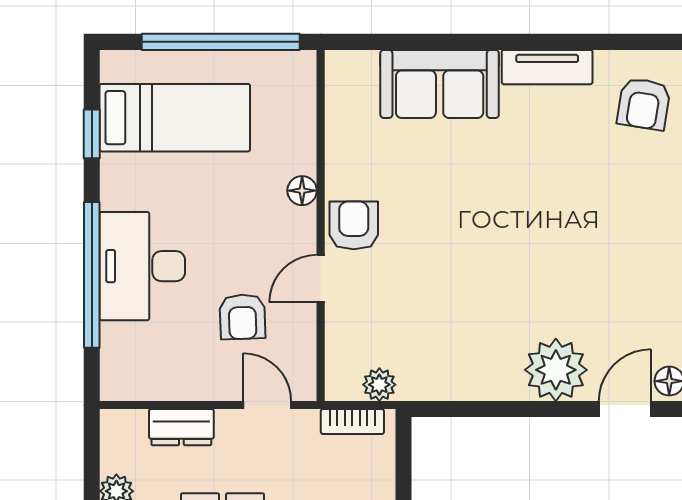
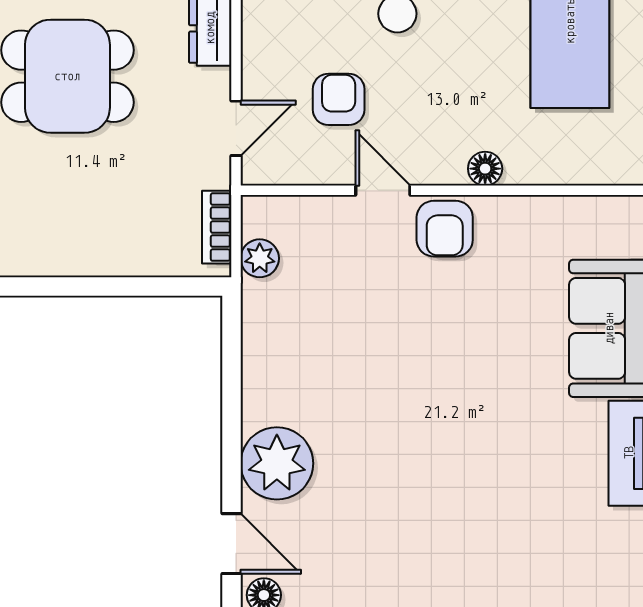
armchair: (644, 104) -> (586, 566), removed
armchair: (354, 225) -> (445, 229), turned 90
armchair: (242, 317) -> (339, 99), turned 92

